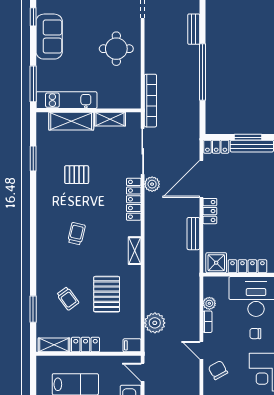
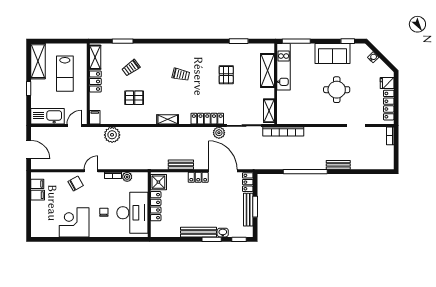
round table: (116, 49) -> (337, 90), moved
shelving: (110, 119) -> (269, 111), moved
pallet: (107, 294) -> (134, 98), width x0.67, depth x0.71

